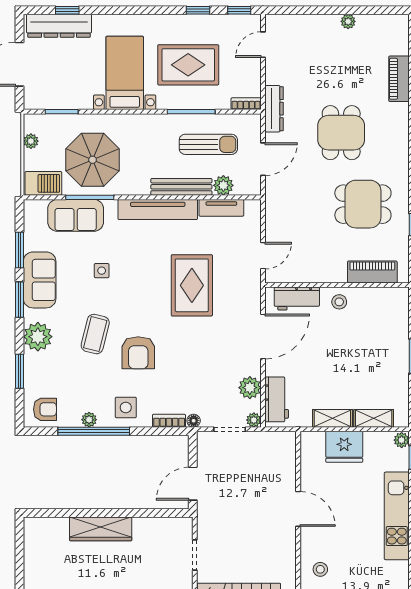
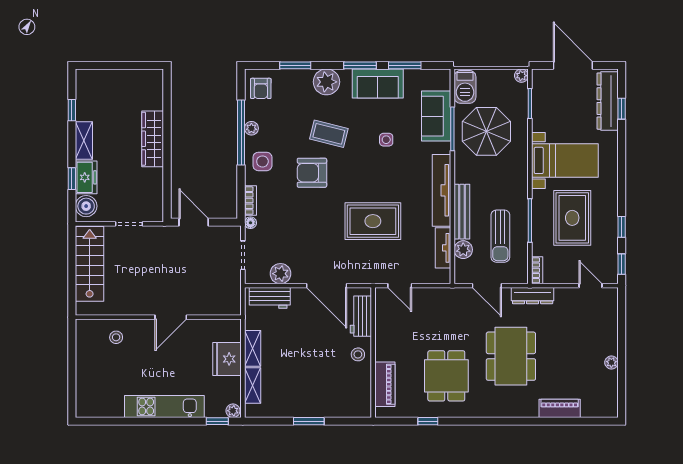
dining table: (341, 133) -> (511, 356), width x1.38
plant: (31, 141) -> (521, 76), moved
plant: (254, 420) -> (251, 277), removed

